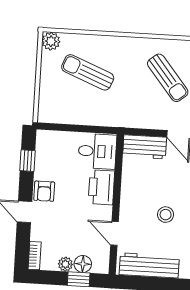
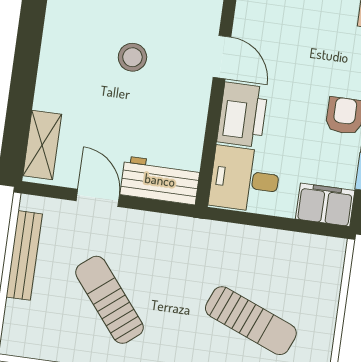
filing cabinet: (51, 141) -> (325, 205), added
door: (115, 233) -> (222, 57), moved

